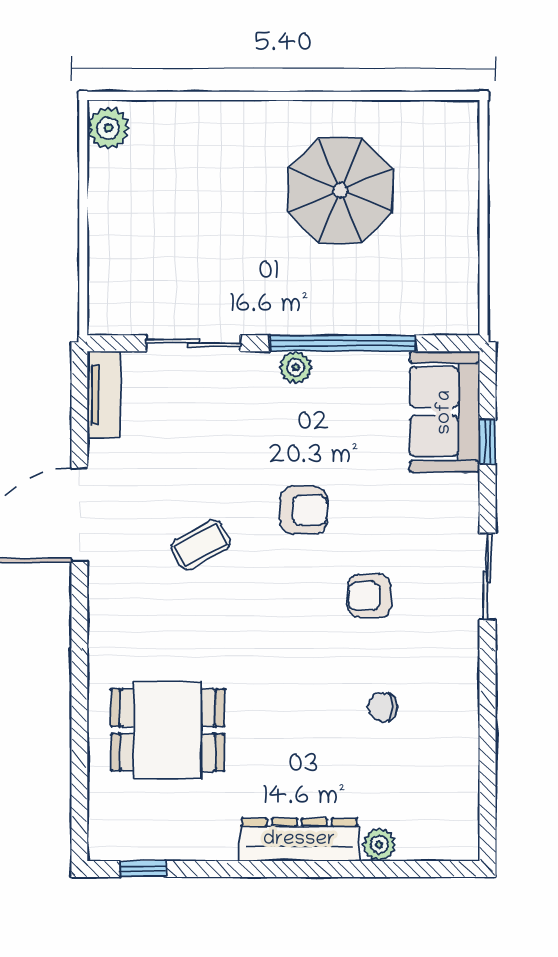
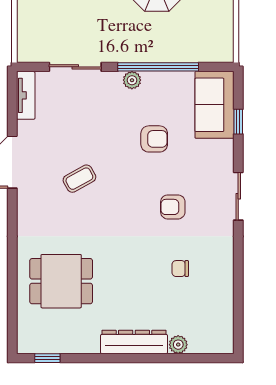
armchair: (304, 510) -> (154, 139), moved

